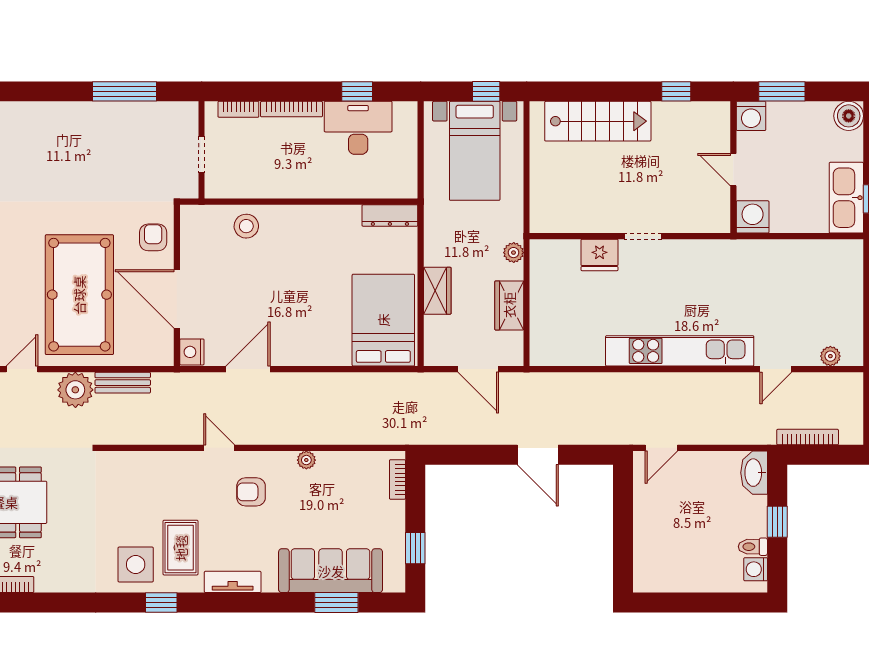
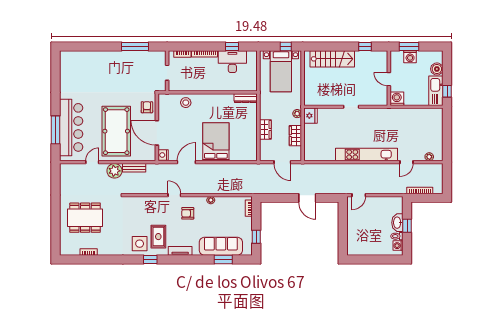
washing machine: (751, 116) -> (410, 57), moved
boiler: (849, 116) -> (437, 69), moved
fridge: (600, 255) -> (310, 116), moved, turned -90
bed: (383, 320) -> (216, 142), moved
washbasin: (754, 473) -> (397, 223), moved

